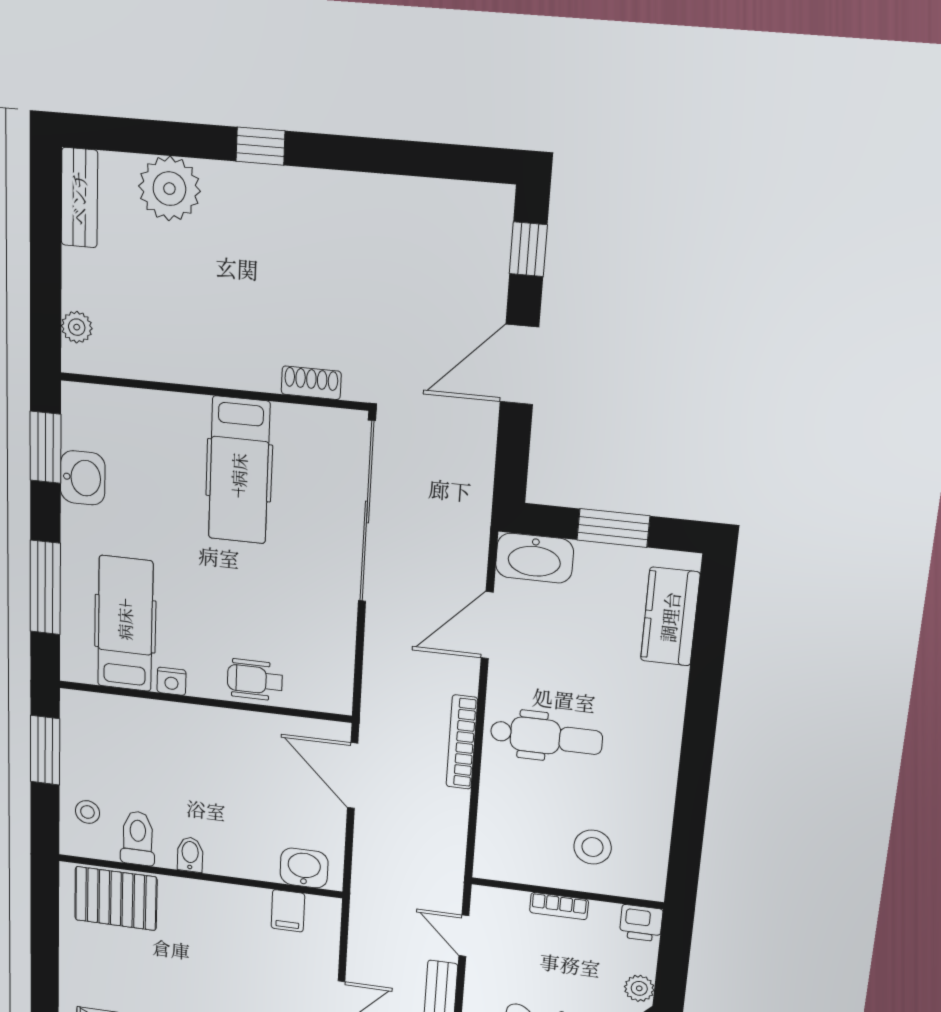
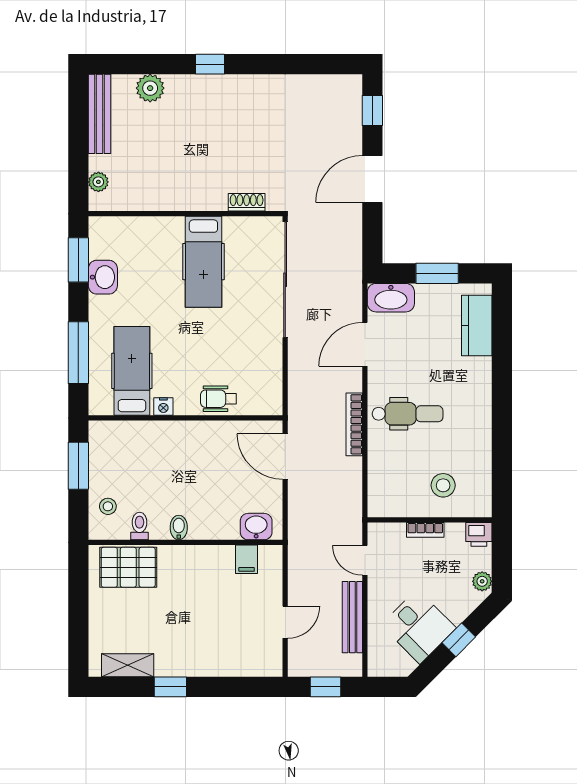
plant: (169, 189) -> (150, 88), width x0.73, depth x0.73
bench: (79, 198) -> (100, 114), width x1.36
toilet: (138, 838) -> (140, 526), width x0.73, depth x0.72

